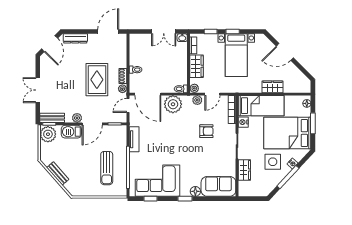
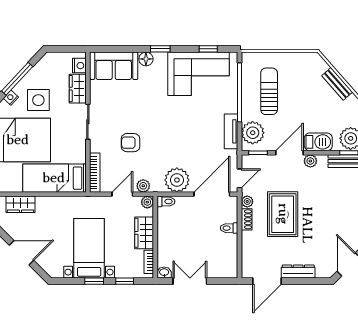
dresser: (75, 38) -> (298, 272), moved
wardrobe: (273, 87) -> (21, 204), moved
door: (148, 94) -> (212, 194), hinge flipped
nightstand: (243, 122) -> (79, 66), moved
plant: (118, 138) -> (253, 133), added

